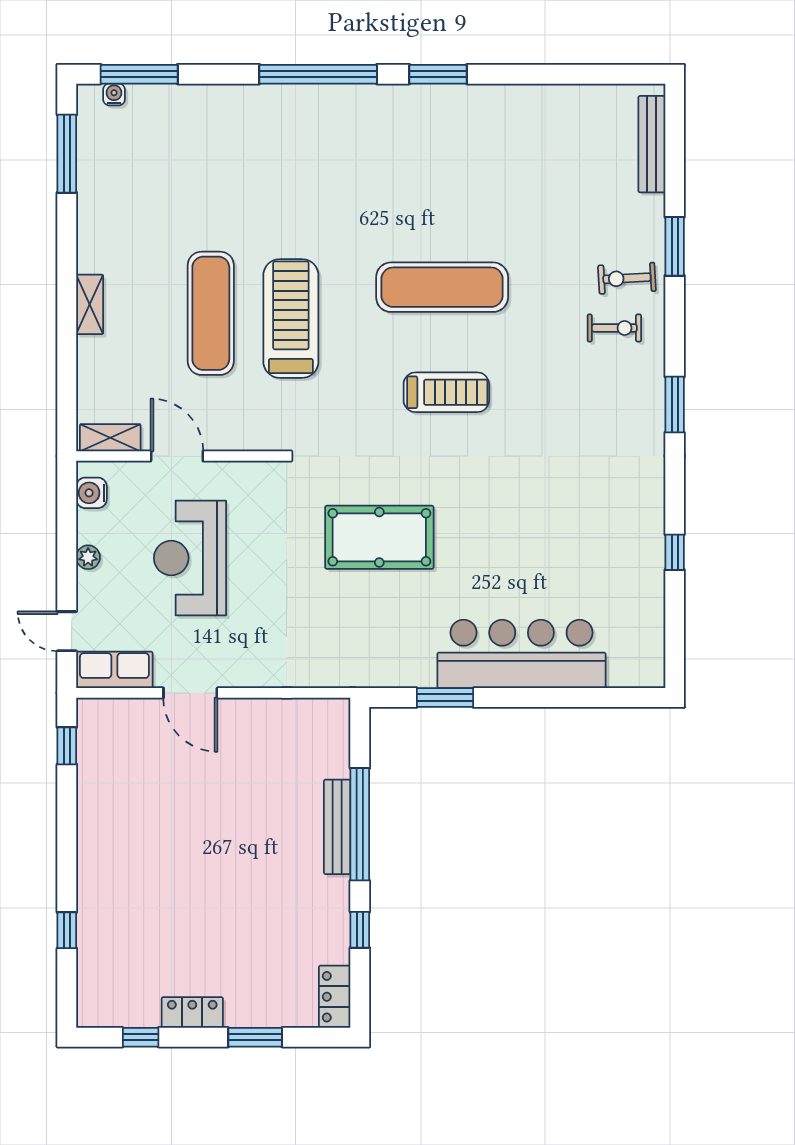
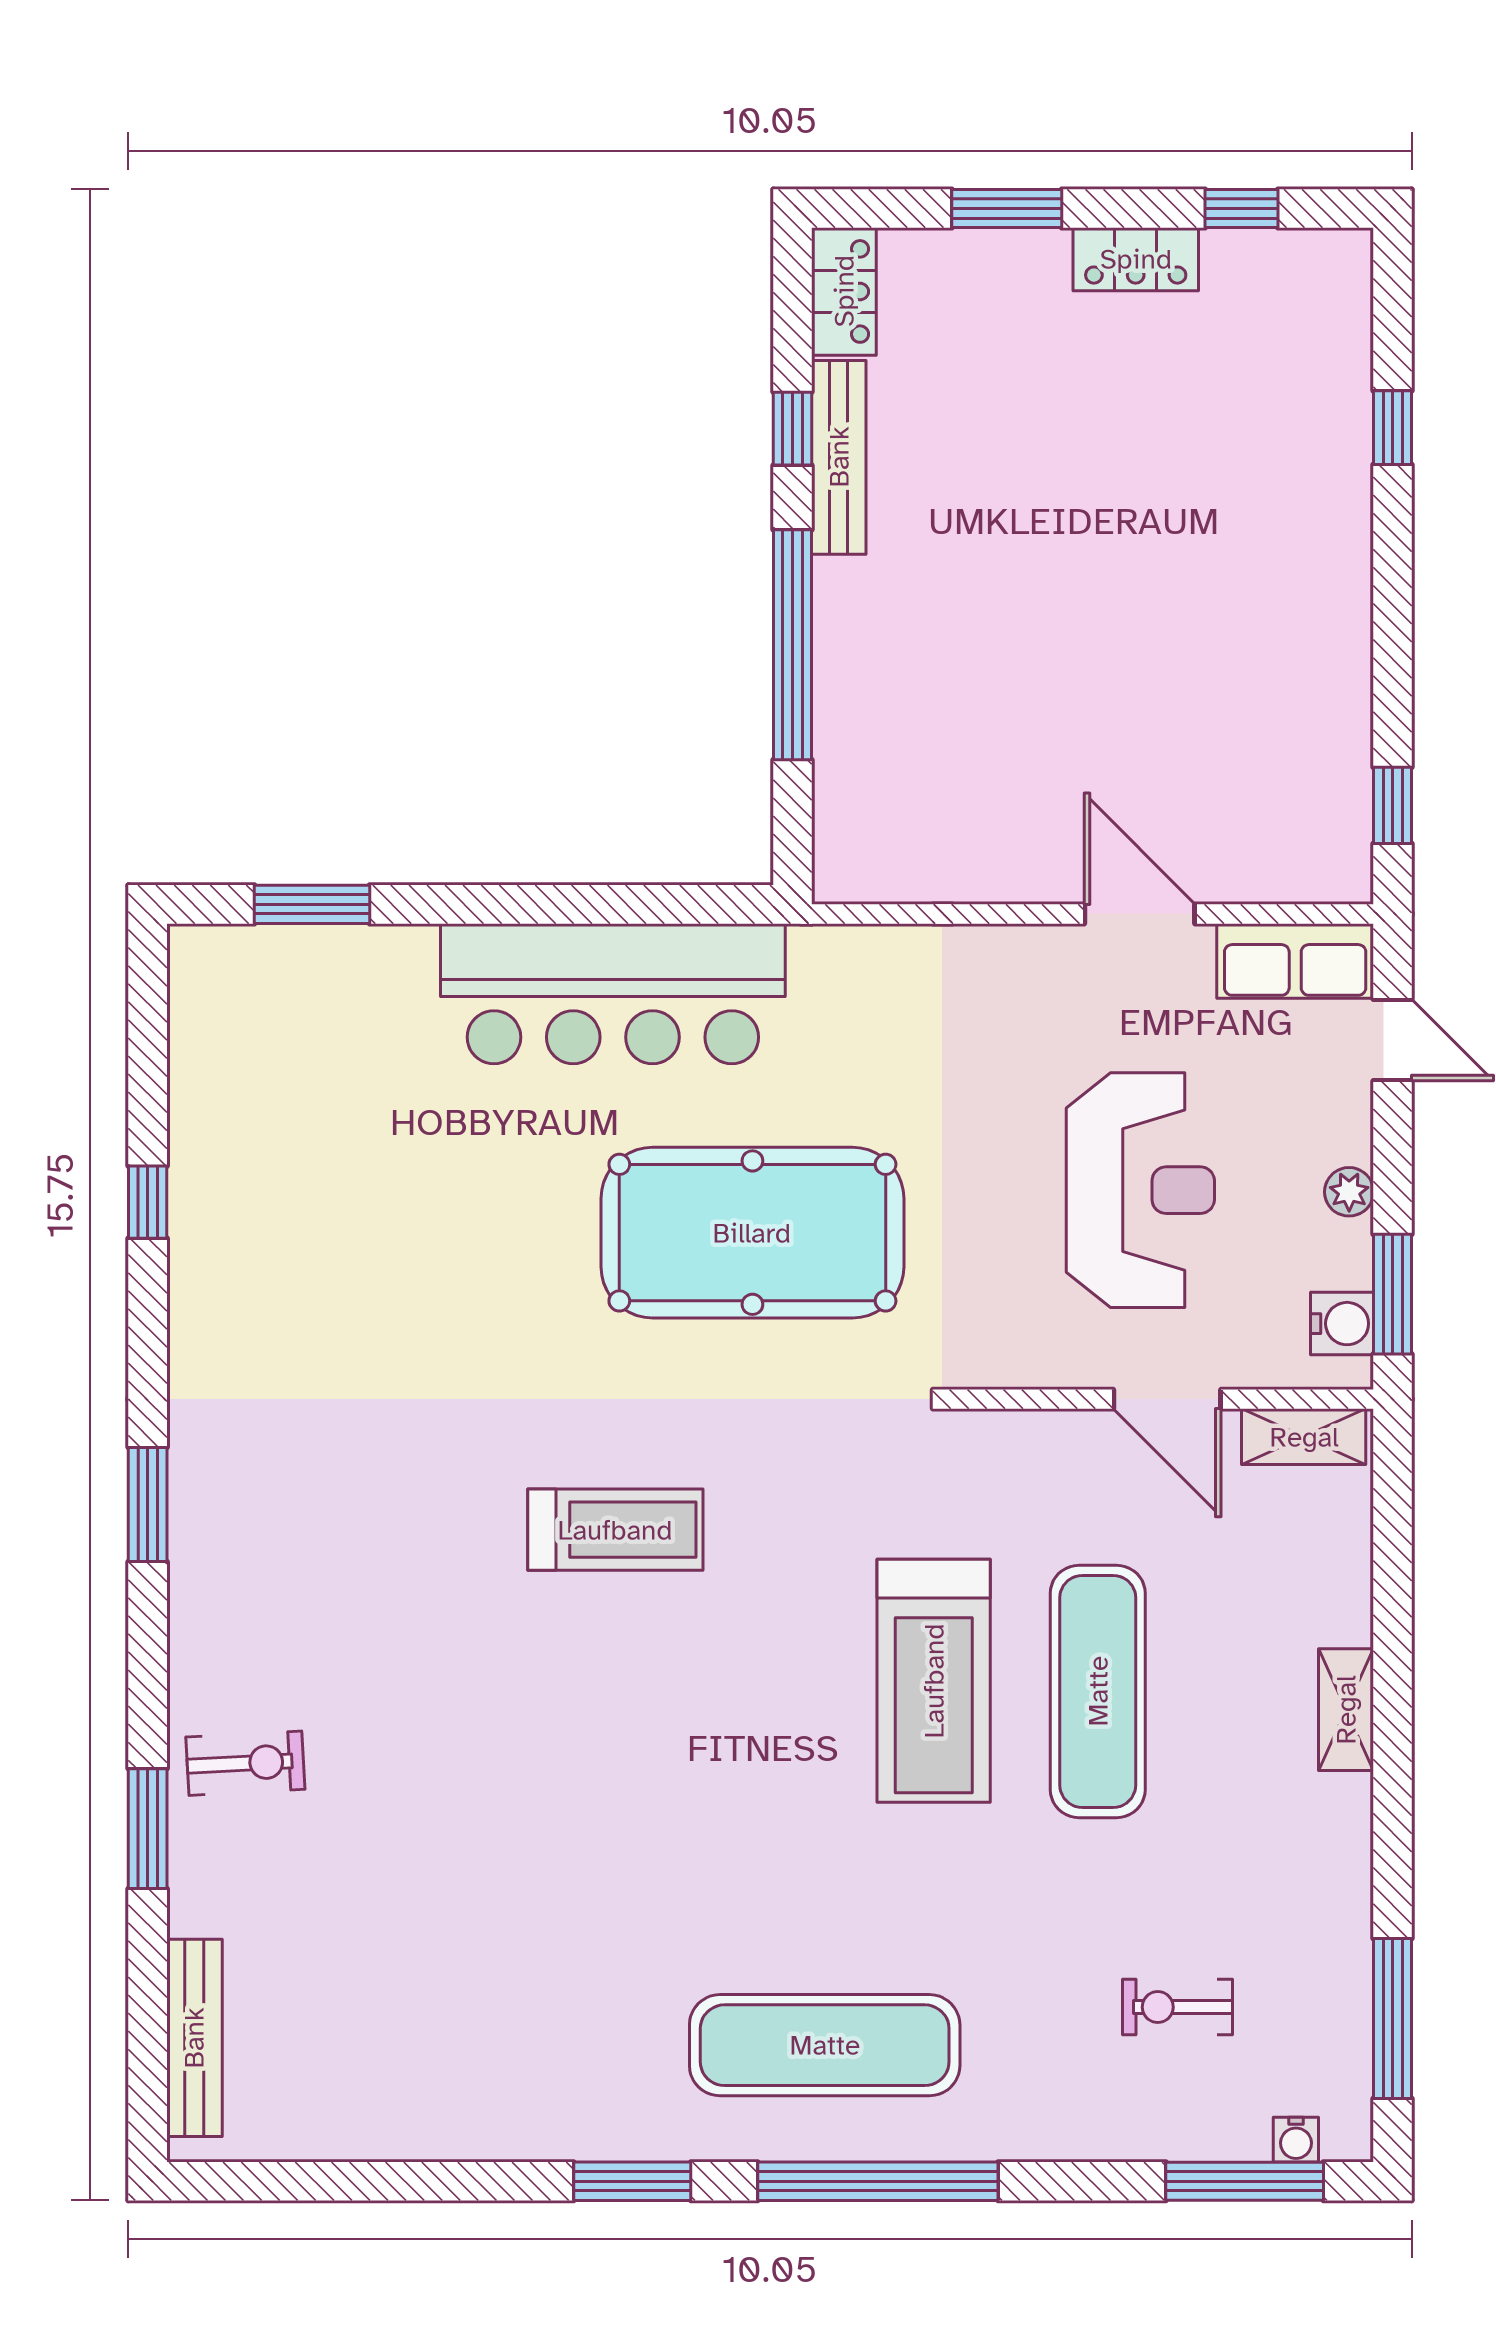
exercise mat: (442, 287) -> (825, 2045), moved
exercise bike: (614, 328) -> (1178, 2007), moved
treadmill: (446, 392) -> (615, 1530), turned 180
window: (67, 507) -> (1393, 1294), added
pool table: (379, 537) -> (752, 1233), width x1.36, depth x1.32
bar counter: (522, 654) -> (613, 994), moved
window: (445, 698) -> (312, 904), moved
bench: (337, 827) -> (839, 457), moved

